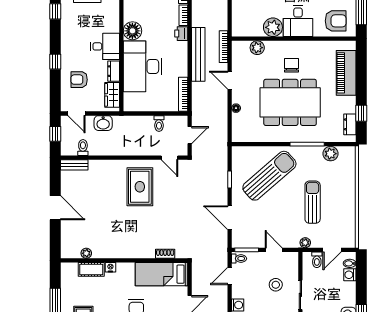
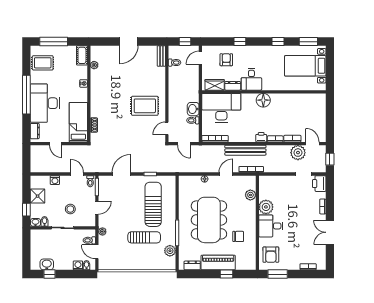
chair: (291, 65) -> (238, 236), moved
desk: (142, 66) -> (221, 108), moved
piano: (346, 73) -> (218, 263), moved
window: (361, 113) -> (226, 274), moved
washbasin: (103, 123) -> (193, 109), moved
sun lounger: (269, 176) -> (153, 204), turned -139
sun lounger: (313, 202) -> (144, 237), moved
cot: (91, 269) -> (82, 55), moved

